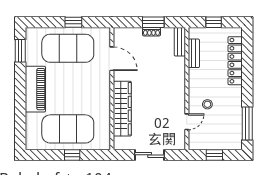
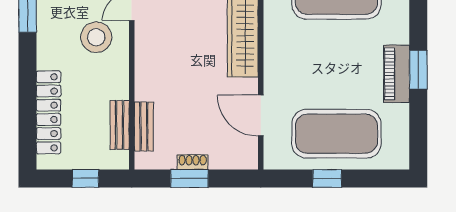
bench: (180, 42) -> (144, 126), moved
window: (20, 51) -> (418, 70), moved
piano: (35, 89) -> (397, 74), width x0.73, depth x0.75
stool: (207, 104) -> (96, 37), width x1.89, depth x1.89

